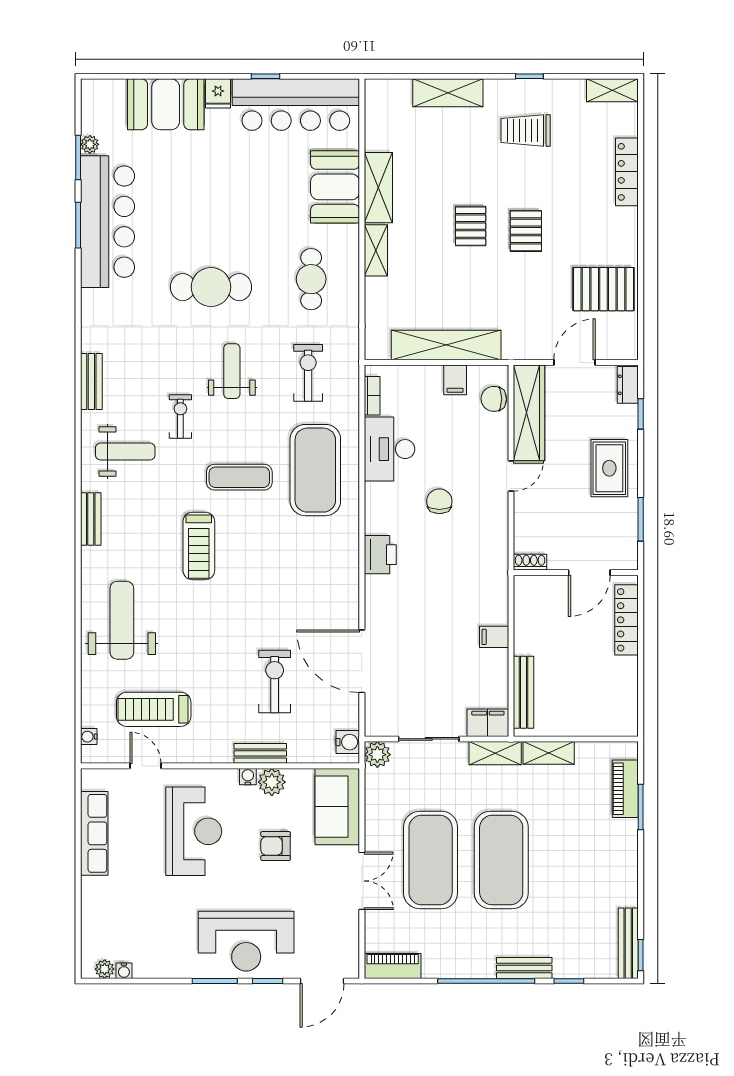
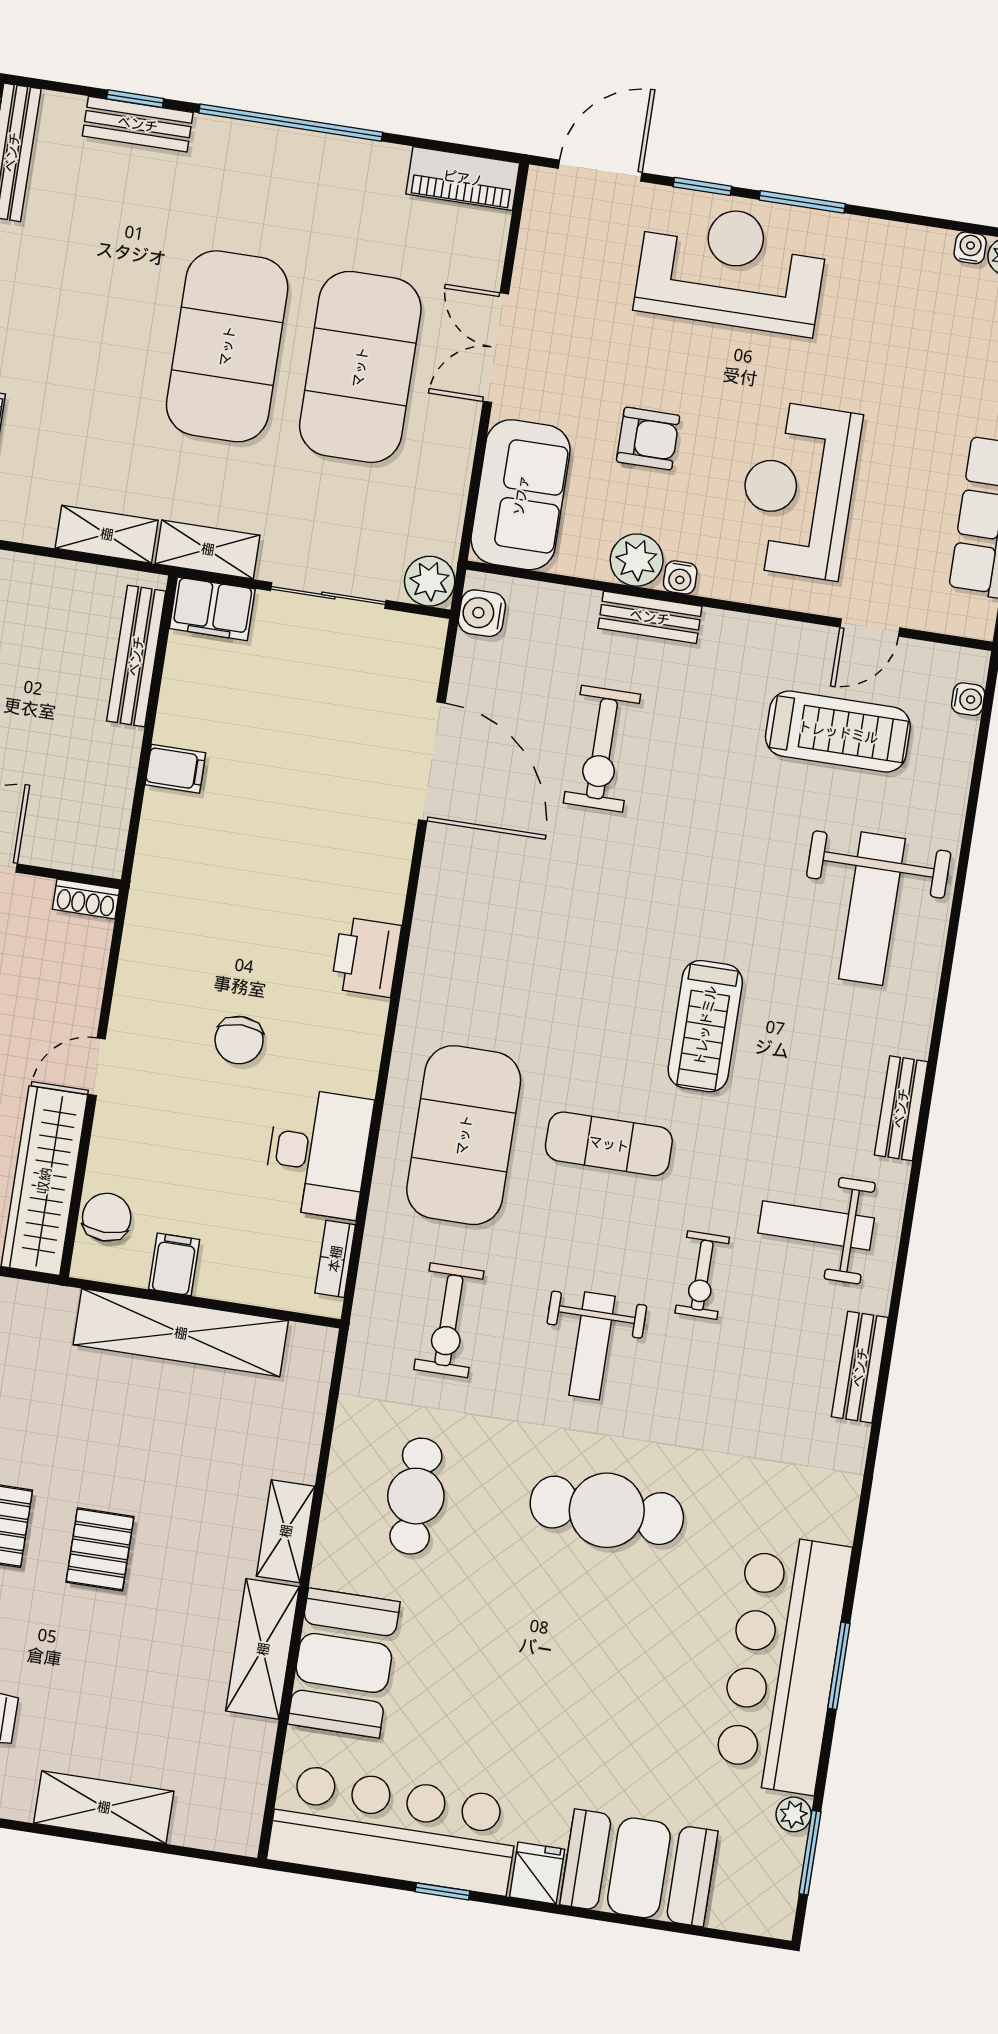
window: (78, 158) -> (810, 1853), moved
chair: (494, 399) -> (107, 1217), turned -90
treadmill: (199, 546) -> (705, 1026), turned 180
door: (145, 766) -> (870, 627), hinge flipped
bench: (524, 968) -> (138, 124), moved

